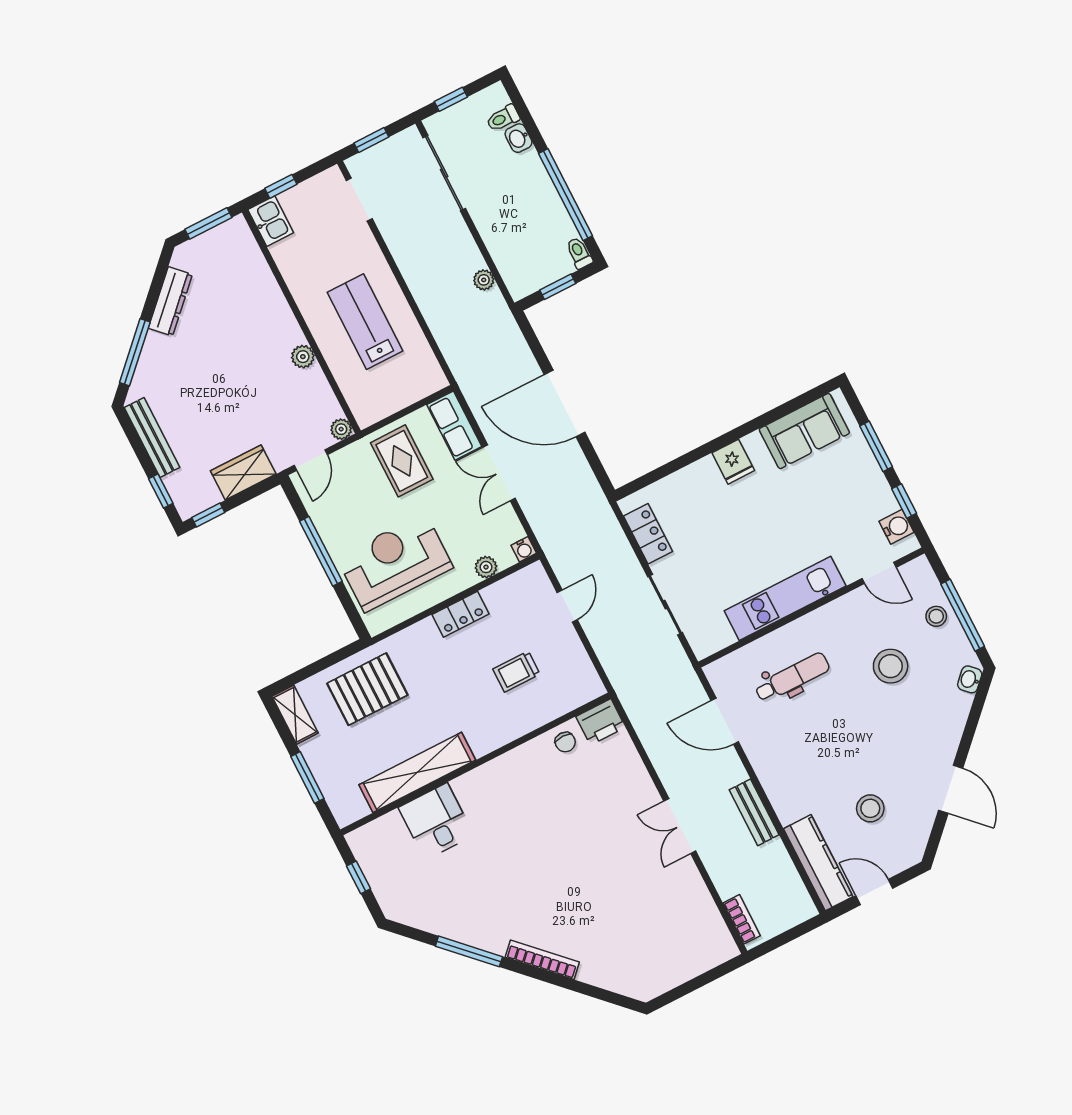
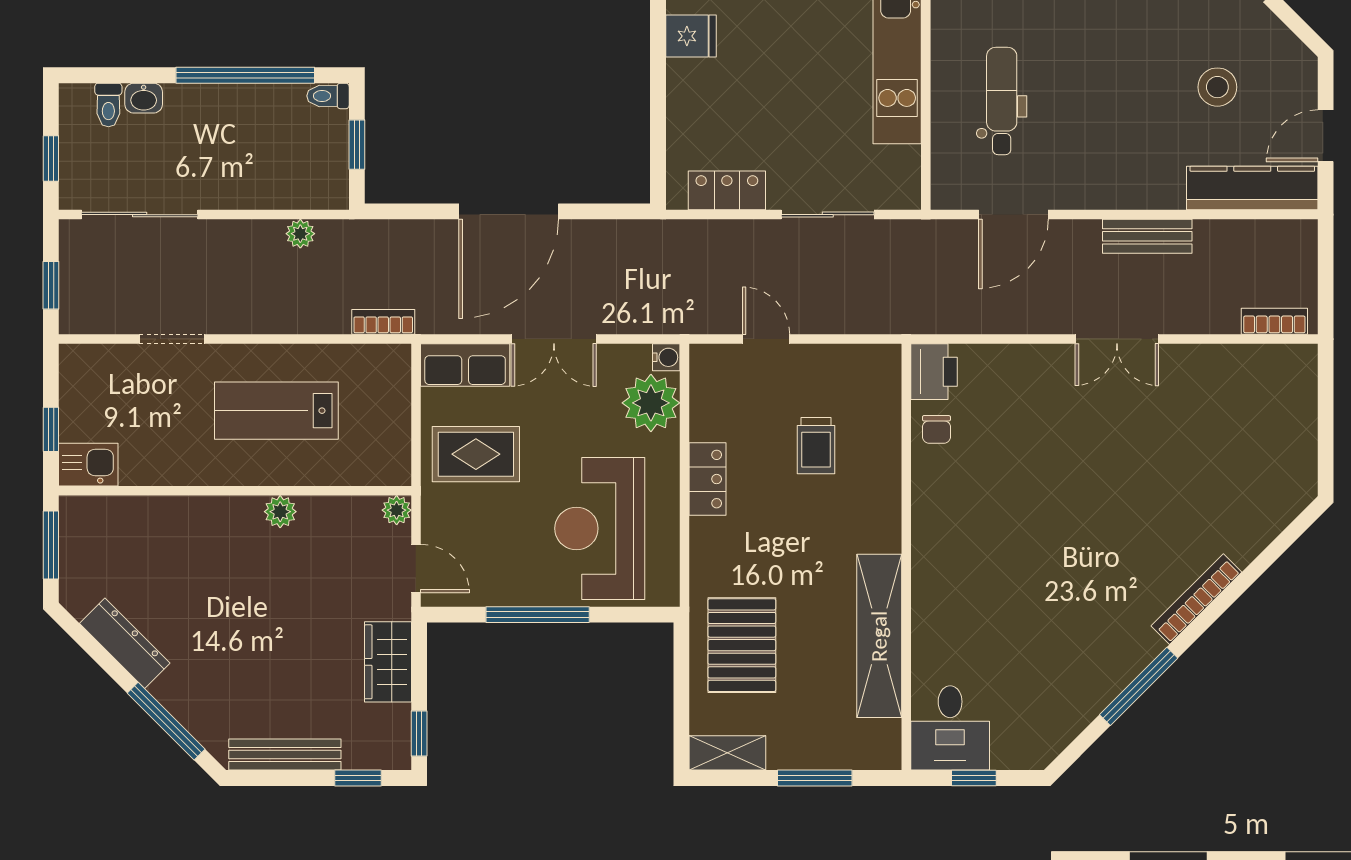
doorway: (359, 200) -> (172, 339), moved
bookcase: (455, 360) -> (383, 322), added
plant: (486, 567) -> (651, 403), width x1.88, depth x1.88
chair: (565, 742) -> (936, 429), turned 90
desk: (436, 821) -> (950, 728), moved, turned -90

